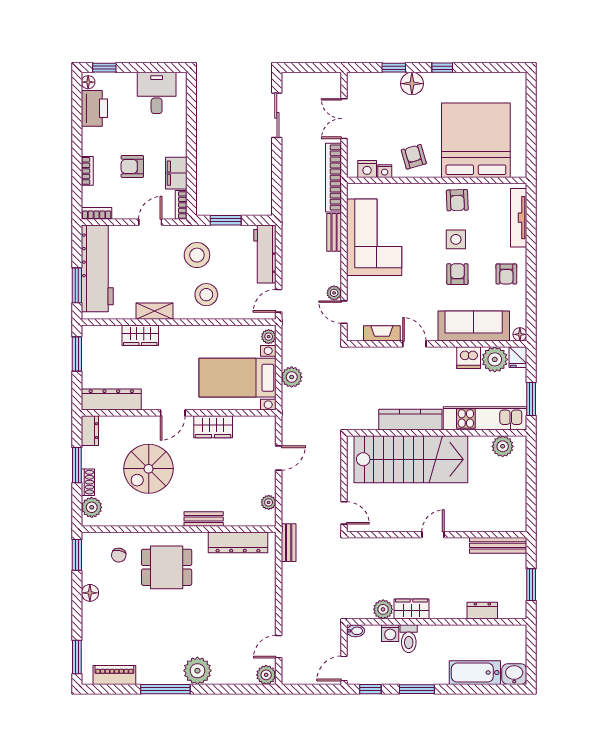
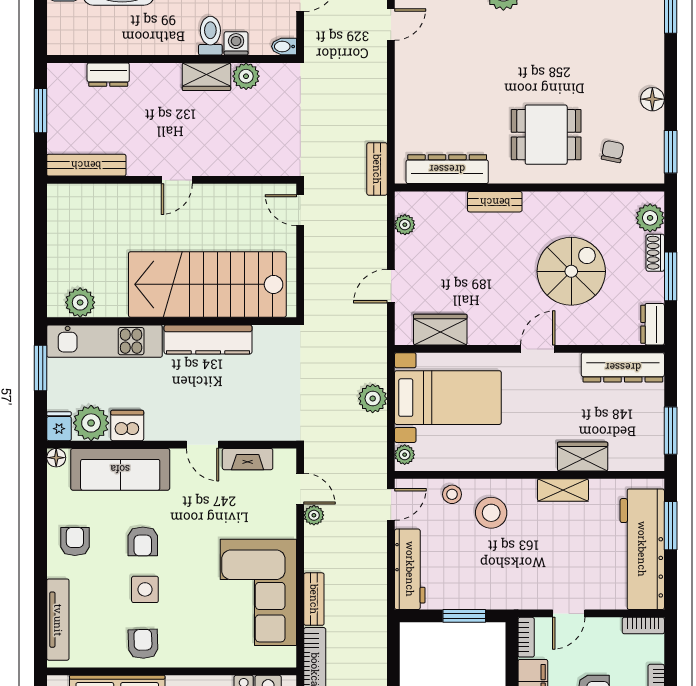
stool: (197, 255) -> (452, 494), moved, width x0.53, depth x0.53
wardrobe: (213, 427) -> (440, 330), moved

